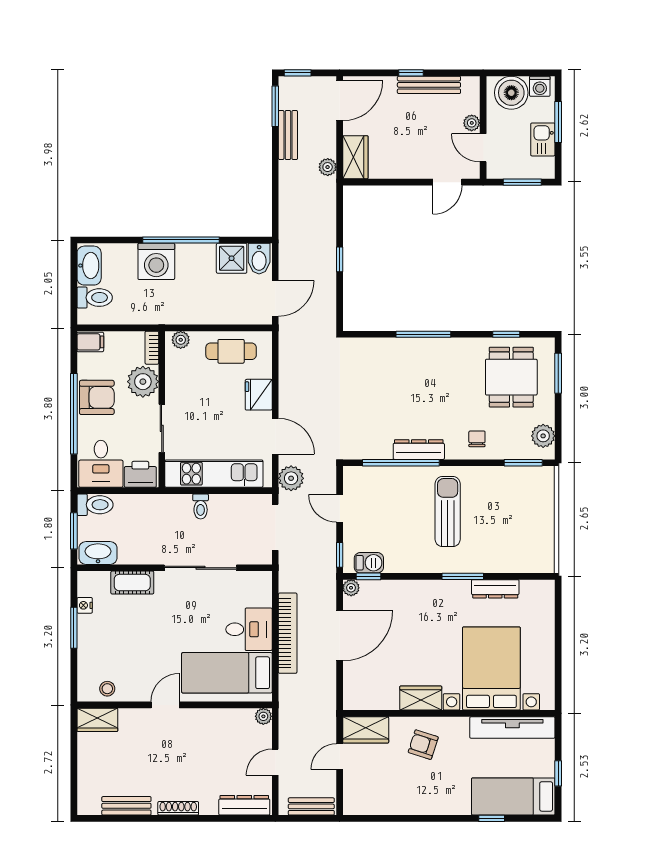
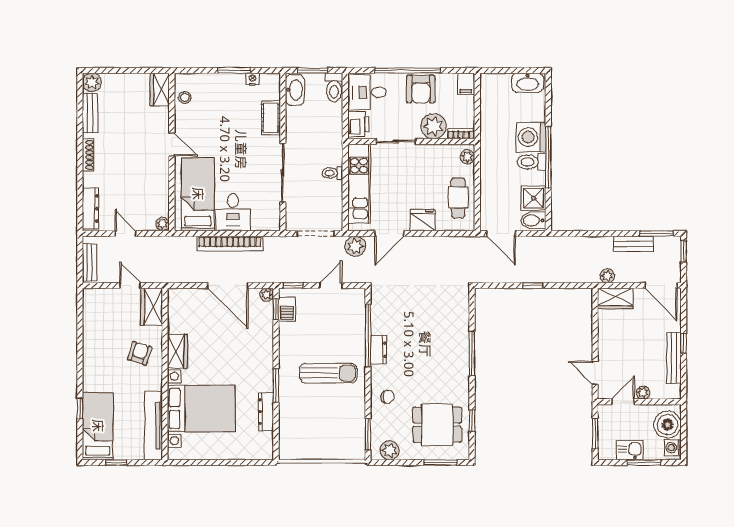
toilet: (95, 298) -> (531, 162), moved, turned 90
dresser: (419, 450) -> (379, 350), width x0.70
plant: (89, 804) -> (92, 82), added

